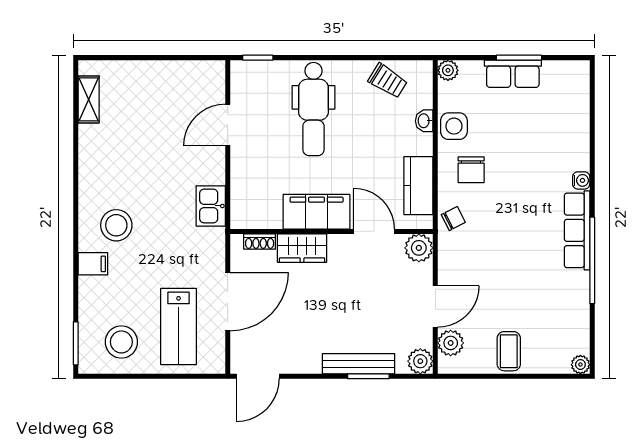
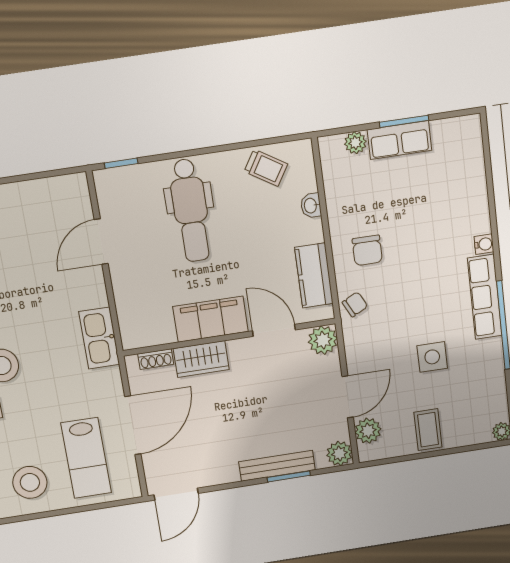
plant: (448, 70) -> (355, 143), moved
side table: (454, 126) -> (432, 357), moved
kitchen sink: (211, 206) -> (99, 338), width x1.38

